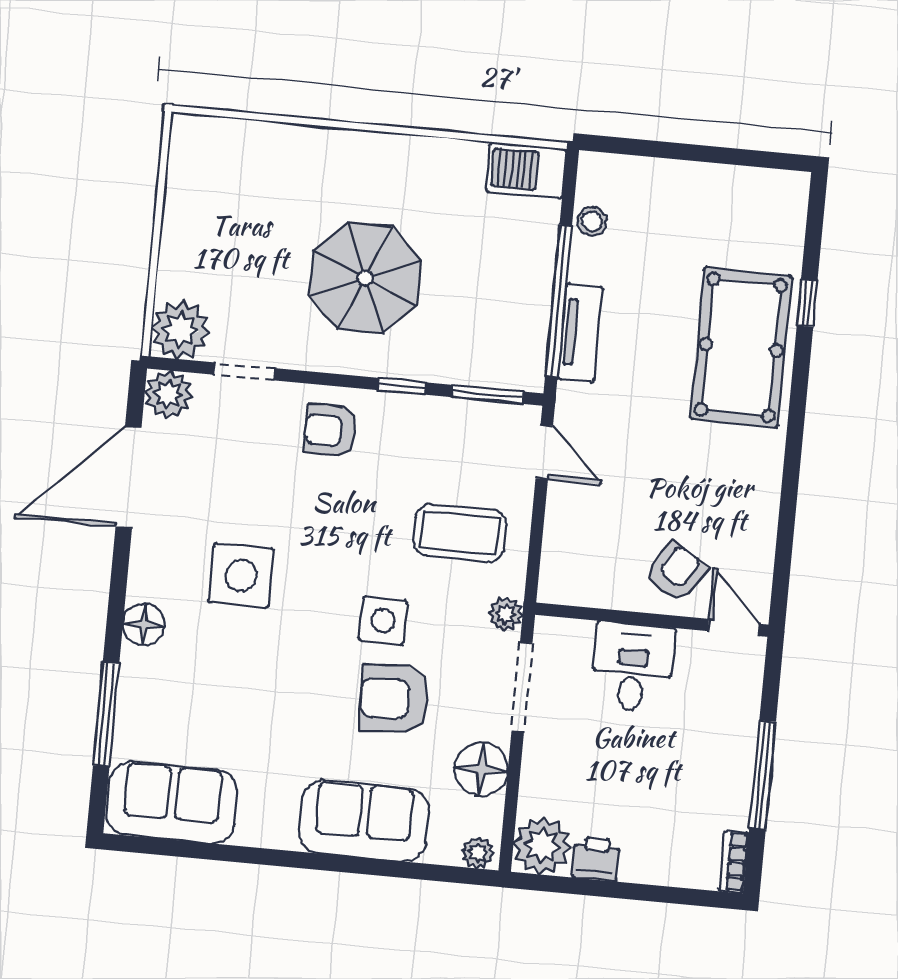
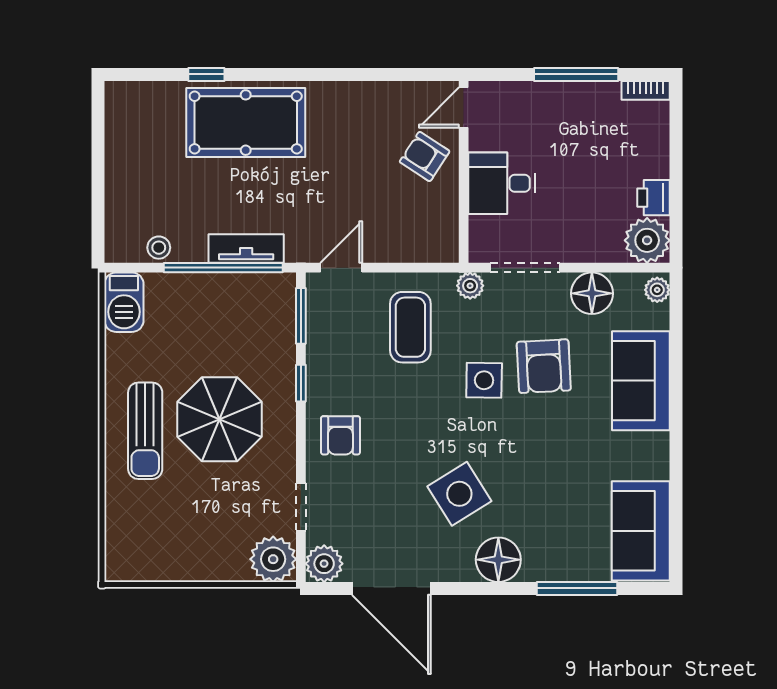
sun lounger: (360, 182) -> (145, 431), added
side table: (241, 575) -> (459, 494), turned -32
floor lamp: (144, 624) -> (498, 560), width x1.38, depth x1.38

